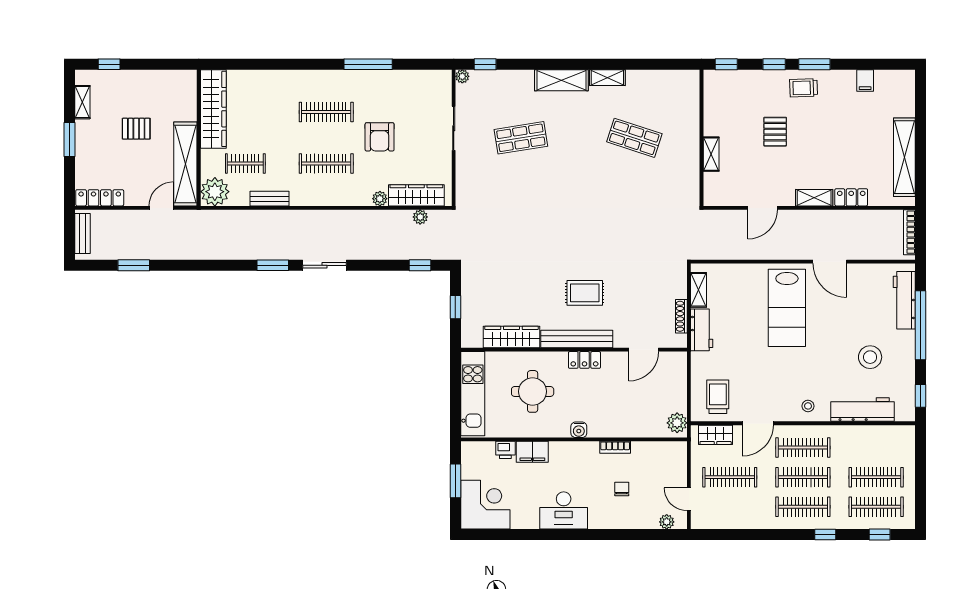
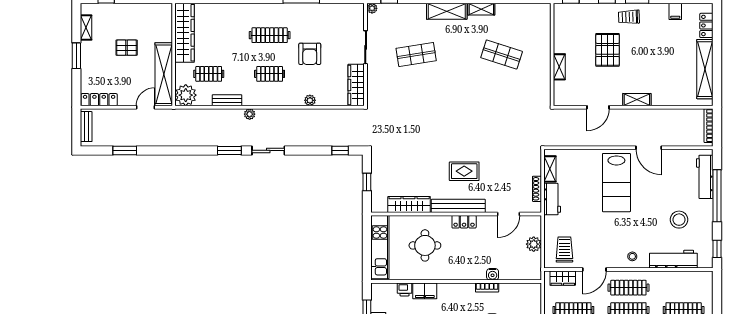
pallet: (775, 132) -> (608, 50), width x1.50, depth x1.42
clothes rail: (326, 164) -> (270, 74), width x0.73
wardrobe: (416, 195) -> (356, 85), moved, turned -90
locker: (851, 197) -> (706, 25), moved, turned -90
plant: (420, 217) -> (250, 114), moved
plant: (677, 423) -> (534, 244), moved
water cooler: (579, 430) -> (493, 274), moved

